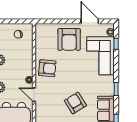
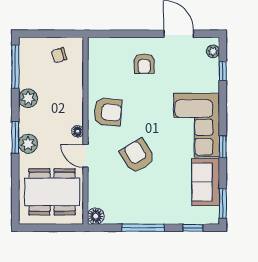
armchair: (69, 39) -> (144, 64), width x0.53, depth x0.53
corner sofa: (101, 56) -> (197, 125), moved
armchair: (75, 103) -> (137, 156), moved

